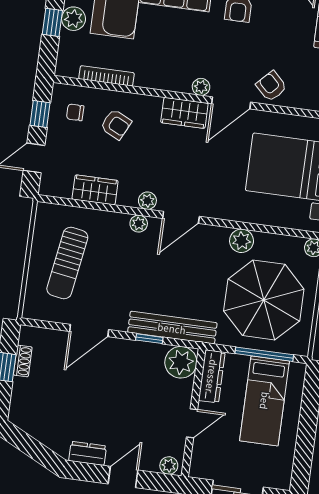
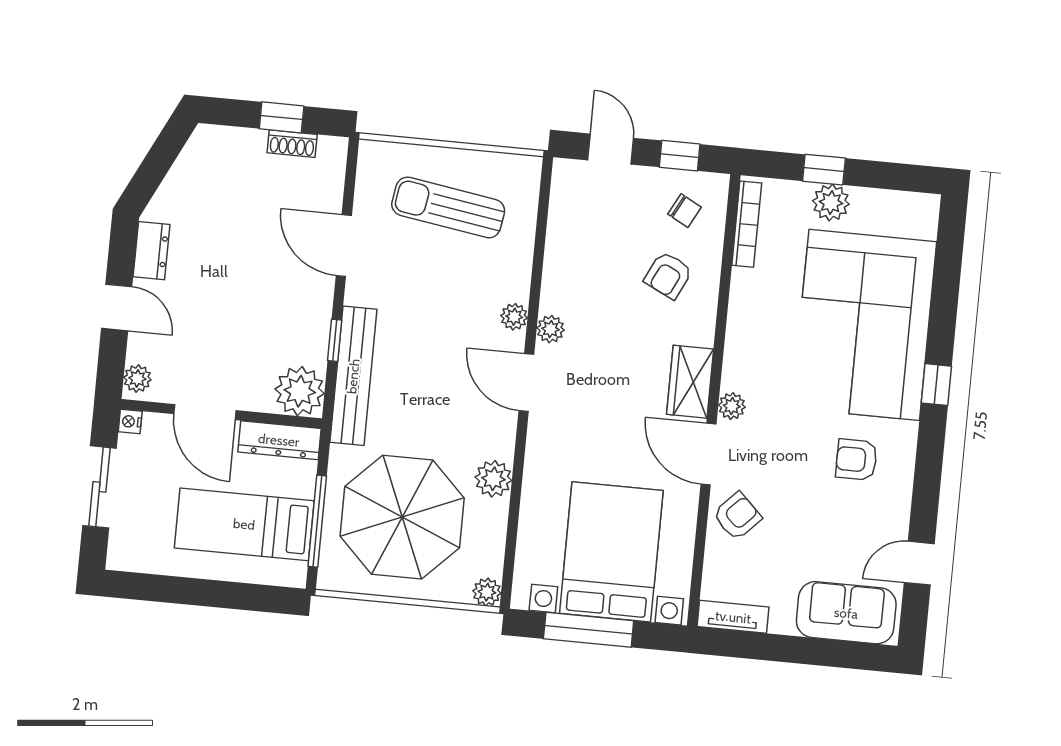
bookcase: (107, 76) -> (747, 224), moved
chair: (75, 112) -> (684, 211), turned 118
wardrobe: (95, 190) -> (564, 246), removed
door: (192, 423) -> (205, 412), width x1.38
nightstand: (196, 471) -> (130, 422), added

